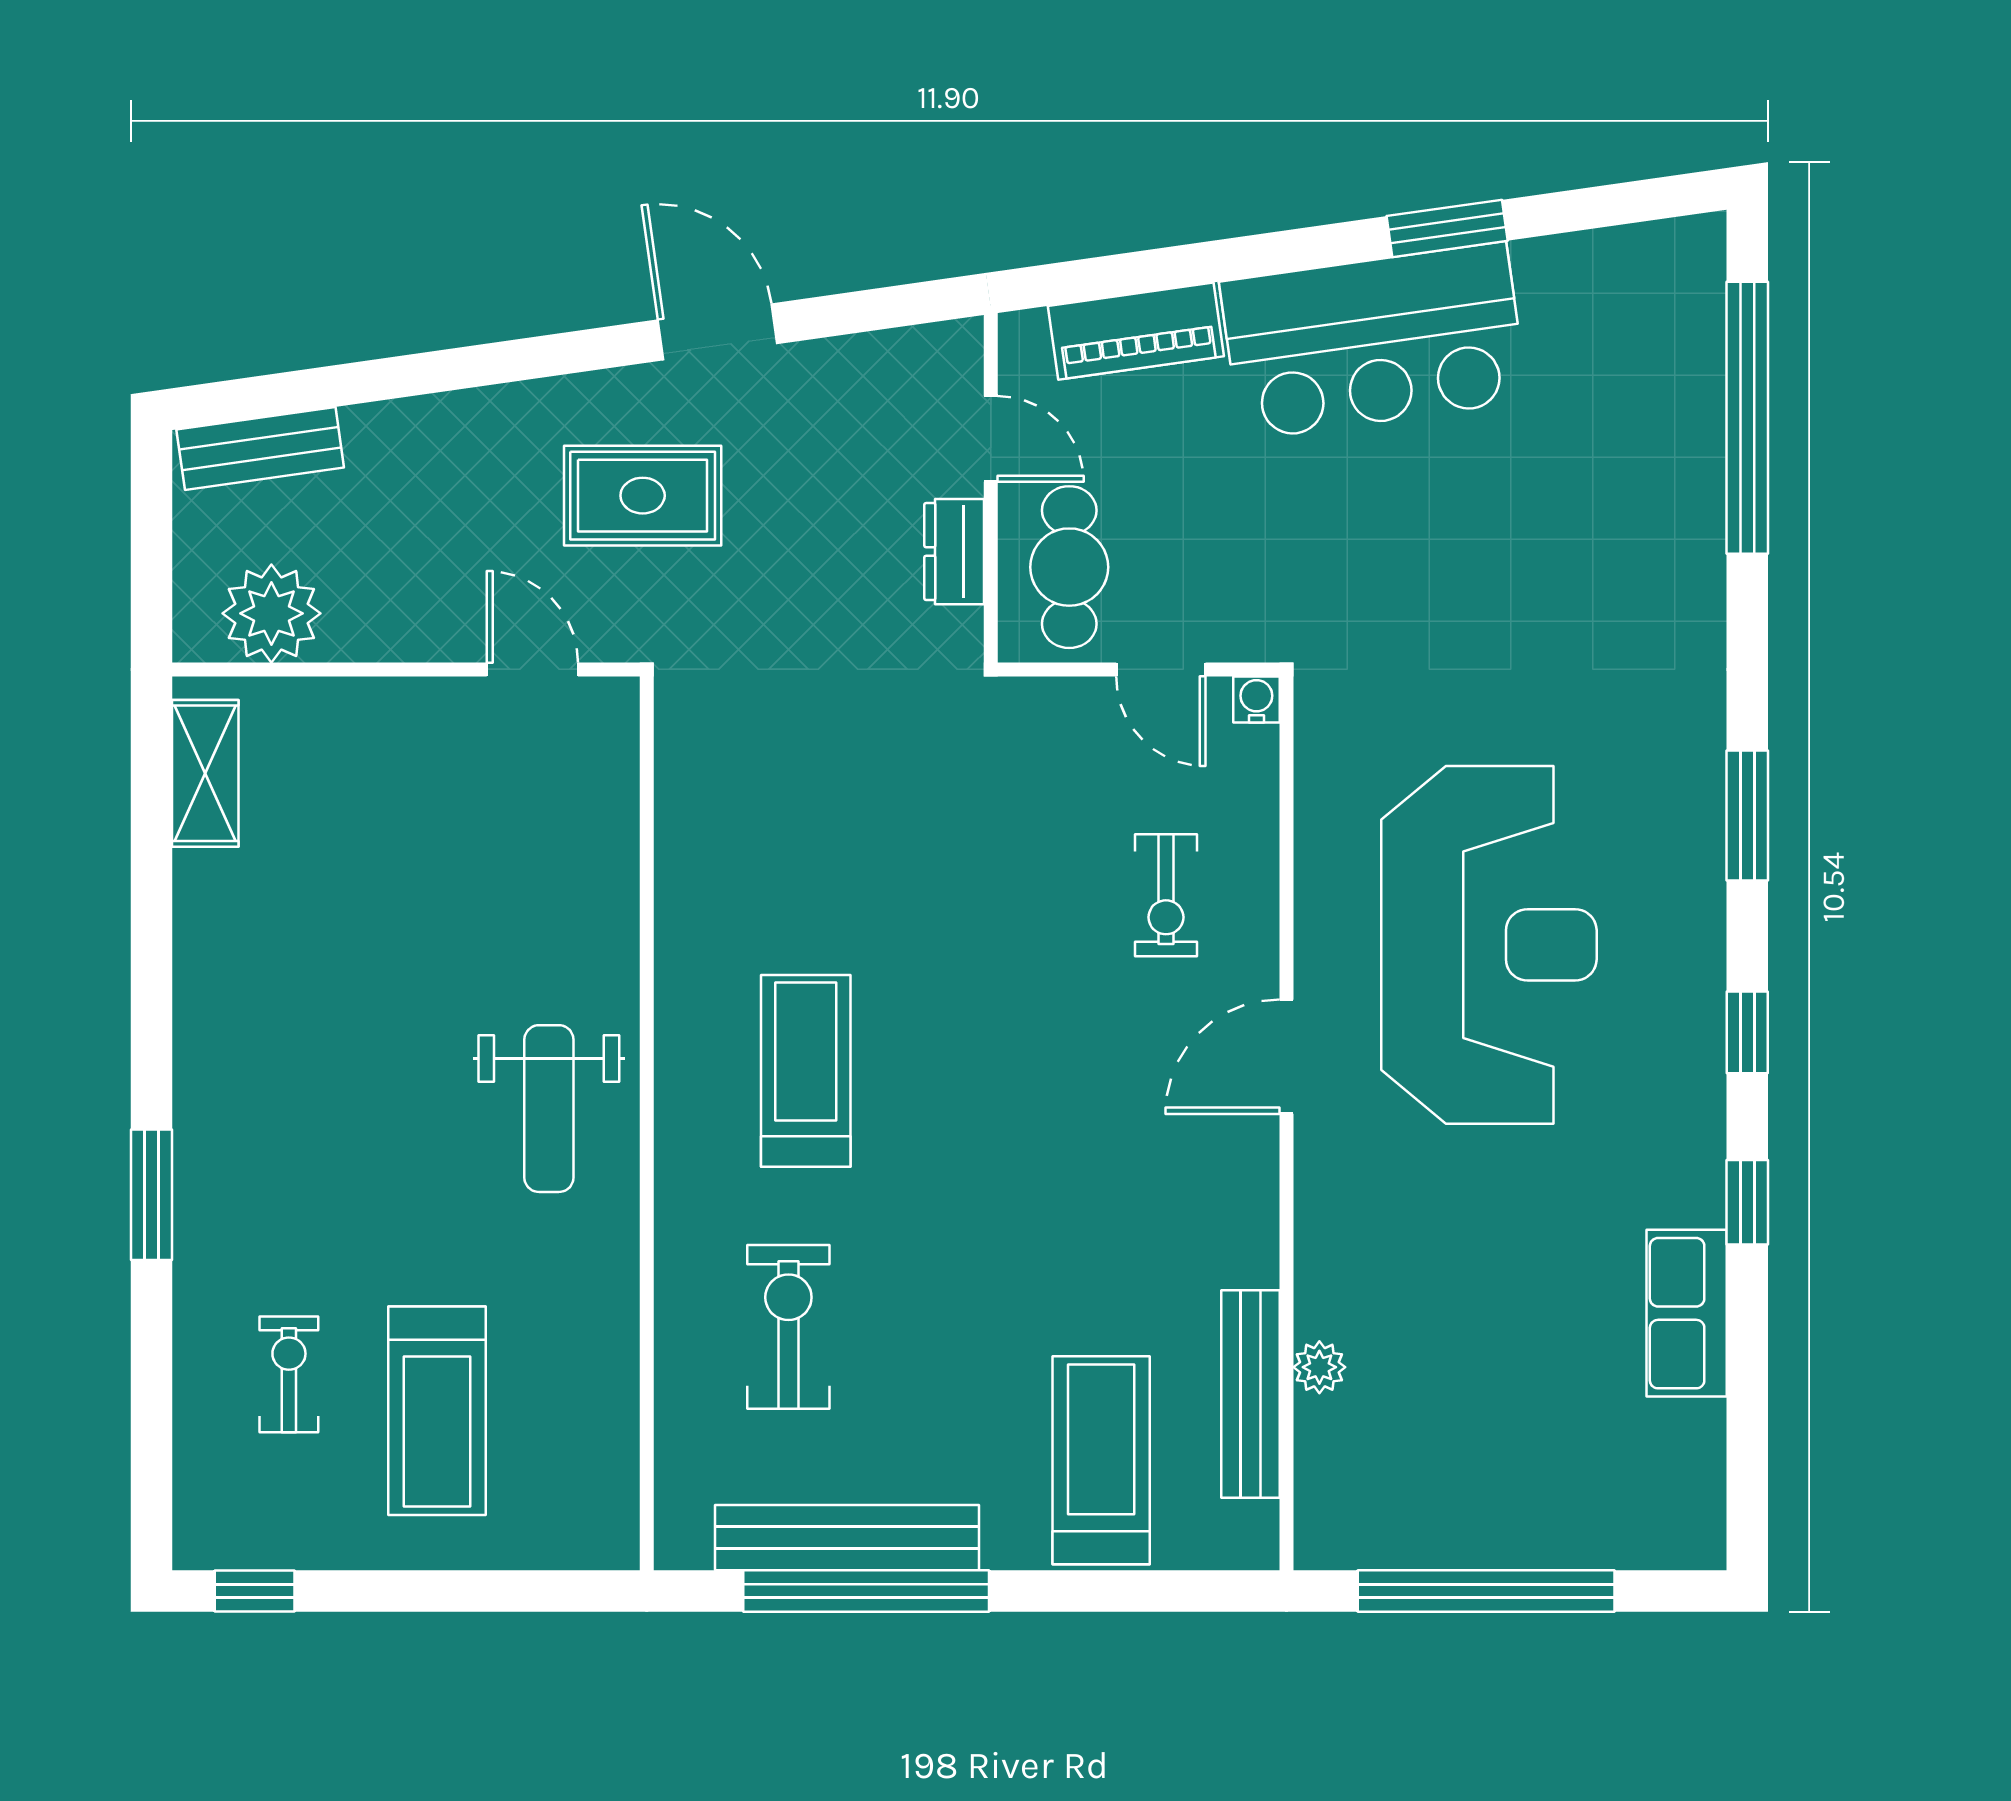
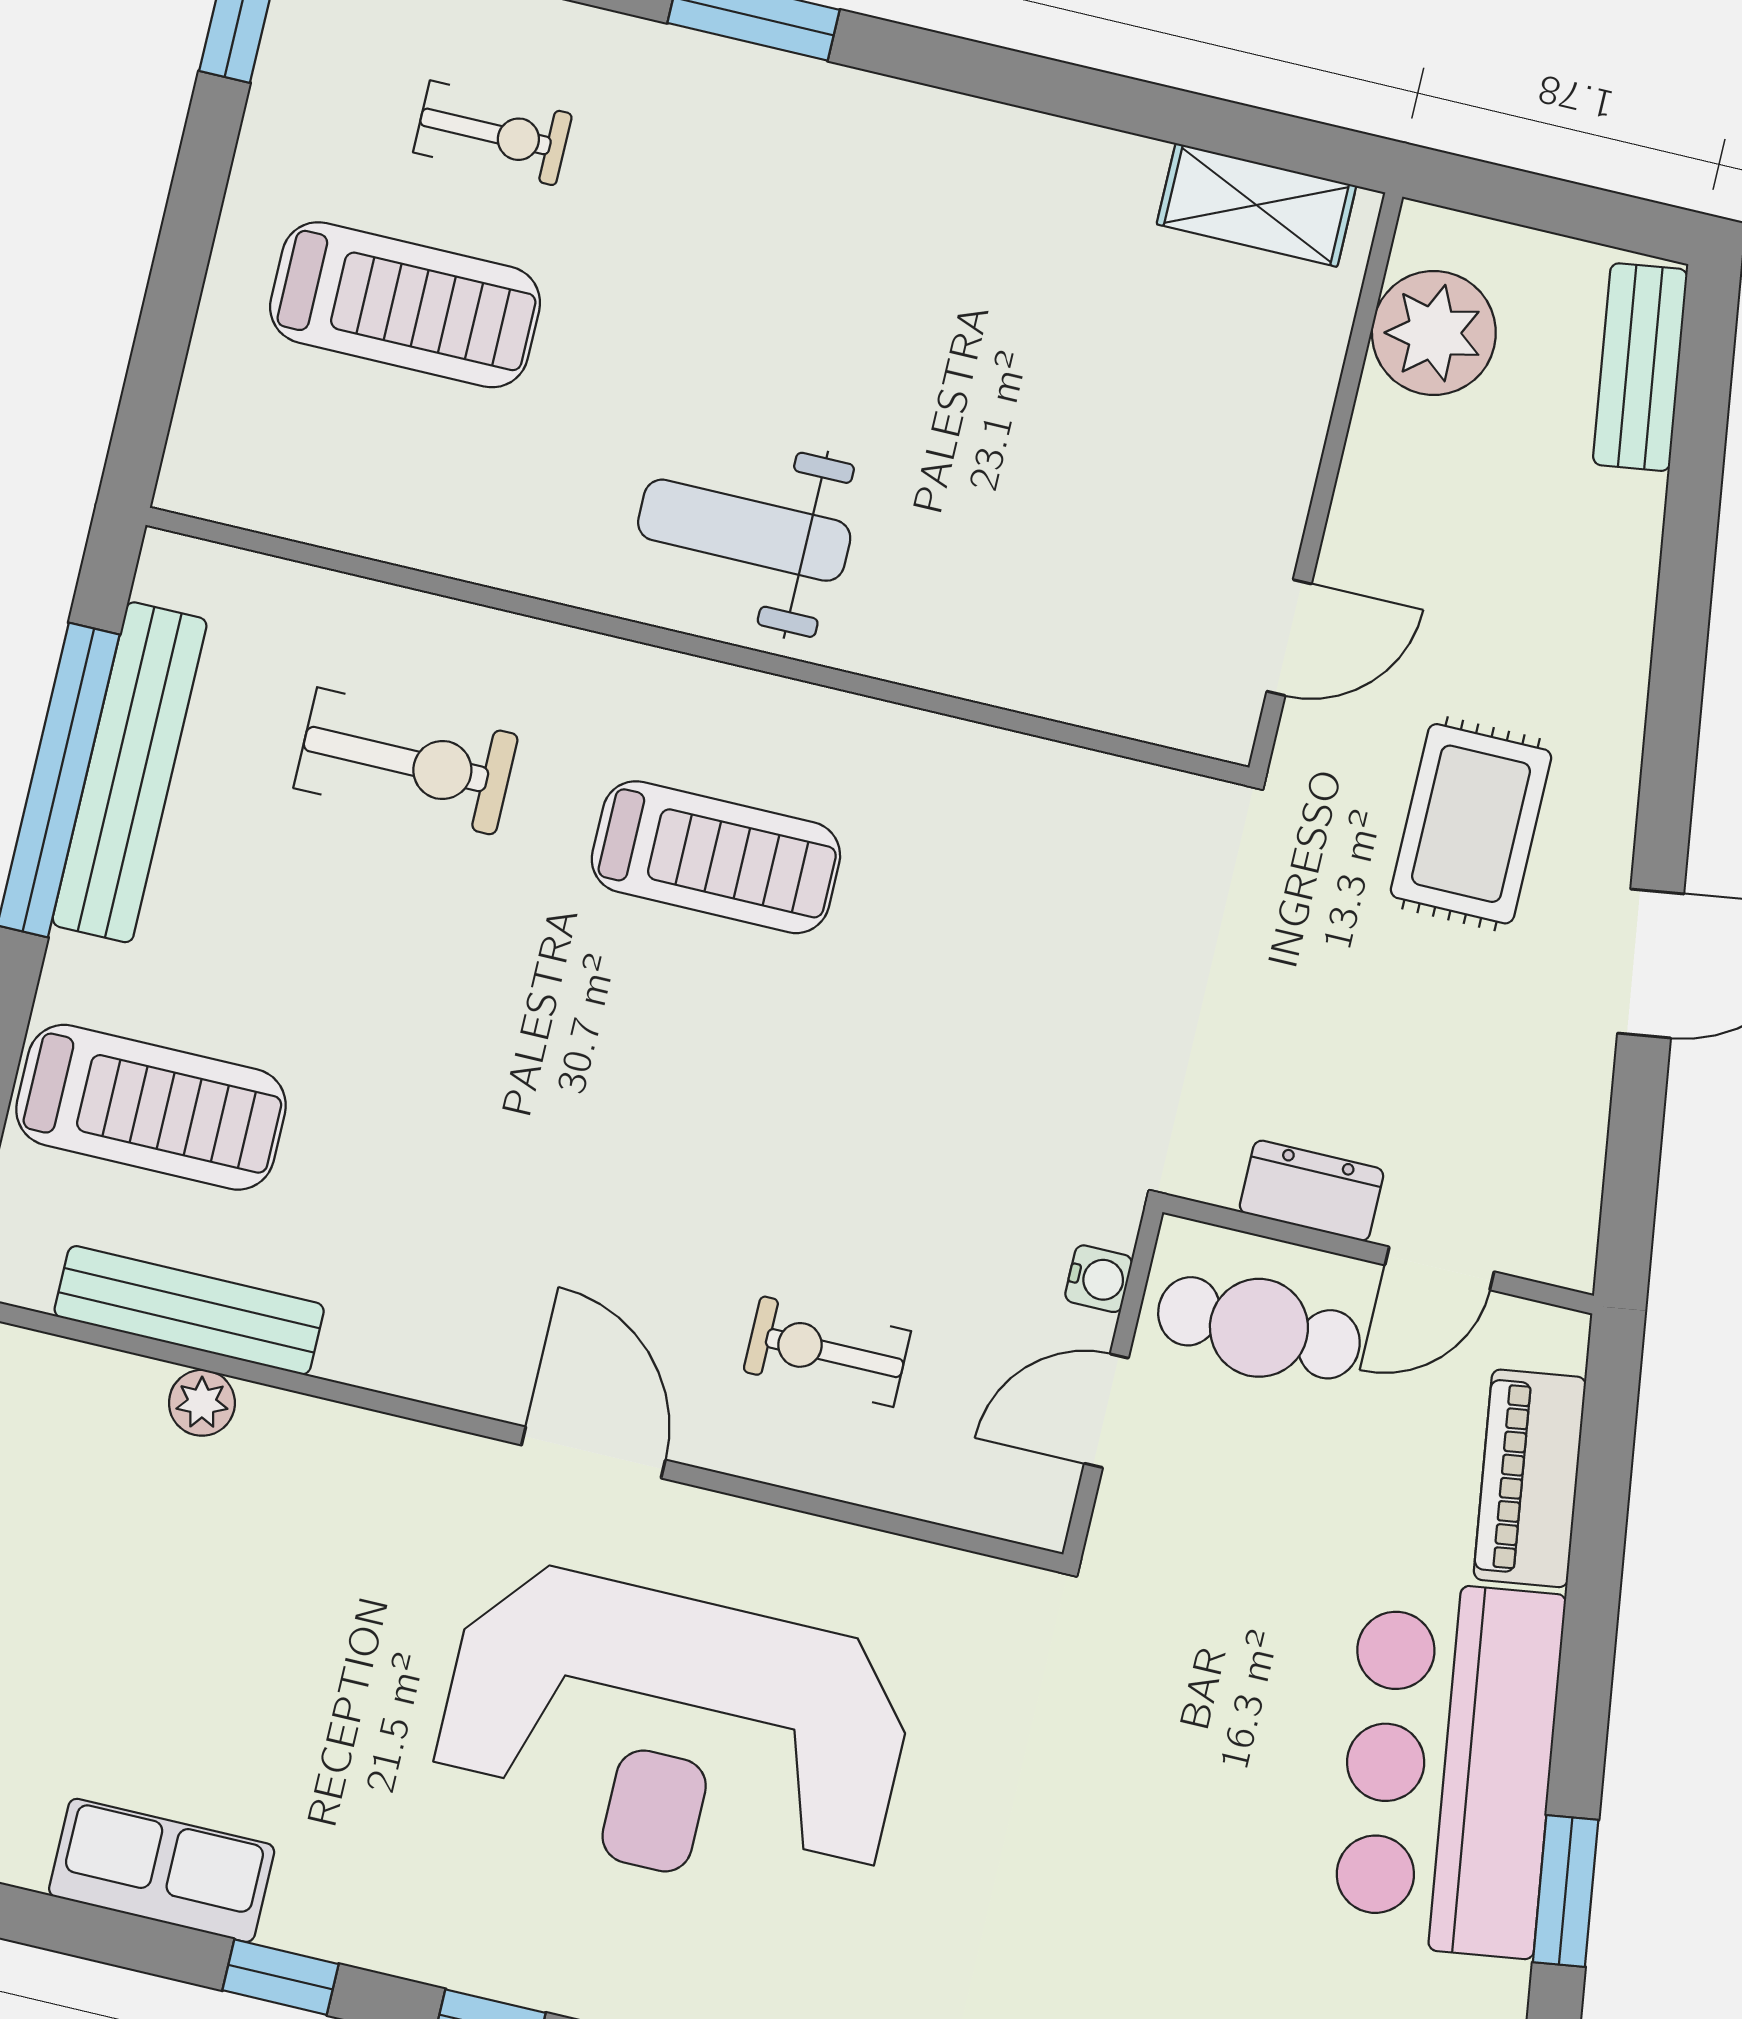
water cooler: (1256, 699) -> (1099, 1279), moved
treadmill: (437, 1411) -> (405, 305), turned 180

